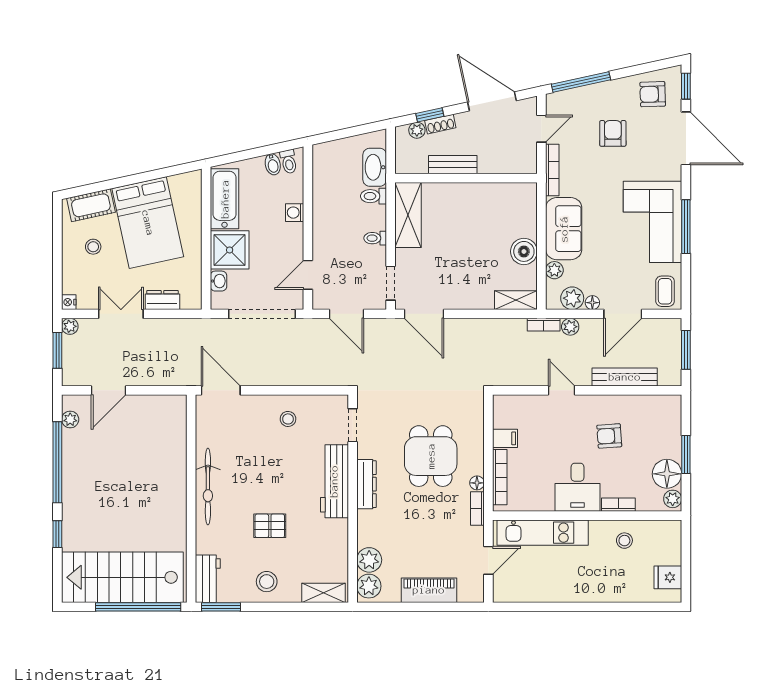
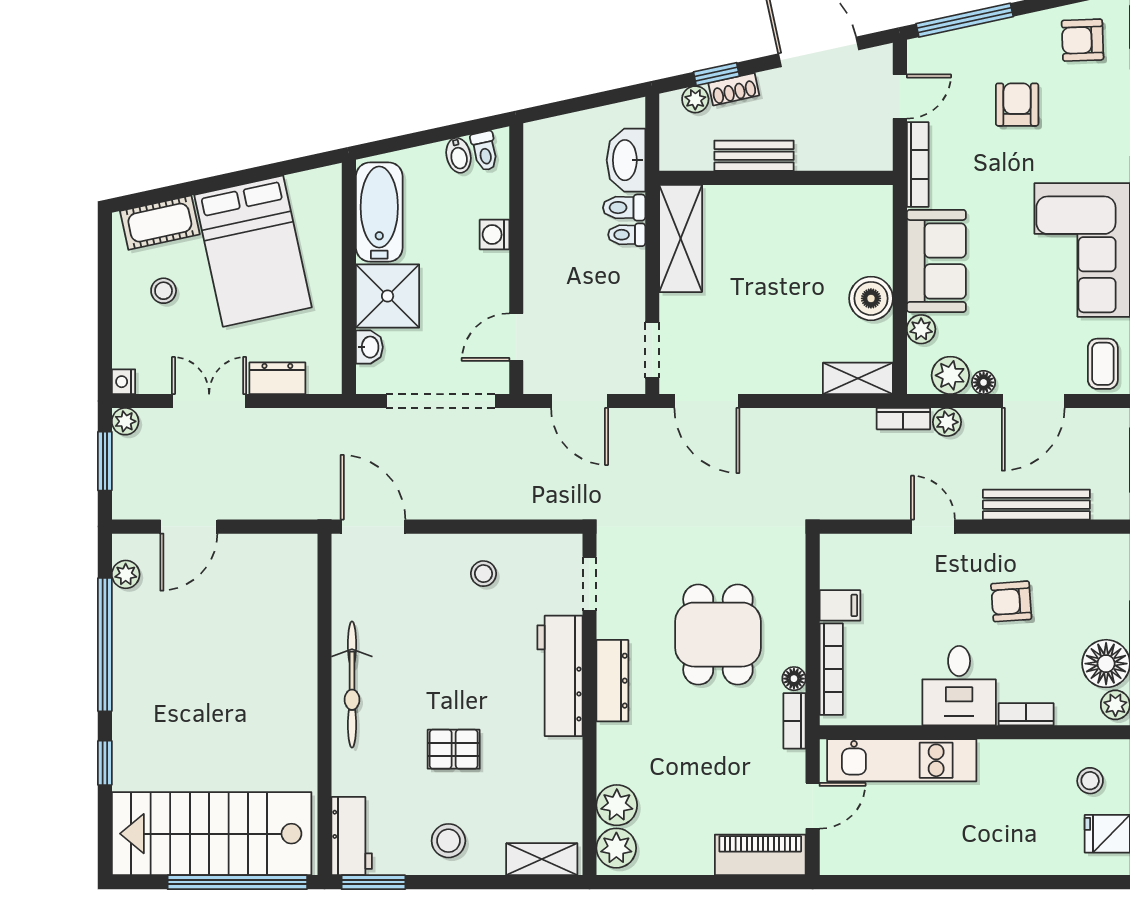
toilet: (375, 238) -> (627, 235), moved
stool: (624, 541) -> (1090, 781), moved
piano: (429, 590) -> (760, 855), moved

